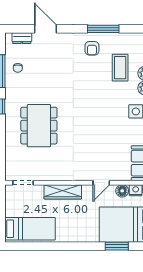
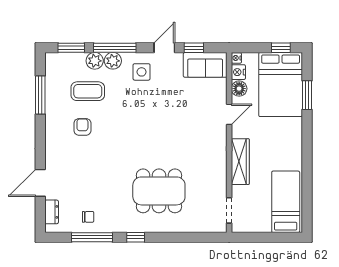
window: (103, 29) -> (40, 95), moved
armchair: (92, 48) -> (82, 127), moved, turned -90
door: (101, 183) -> (229, 114), hinge flipped

